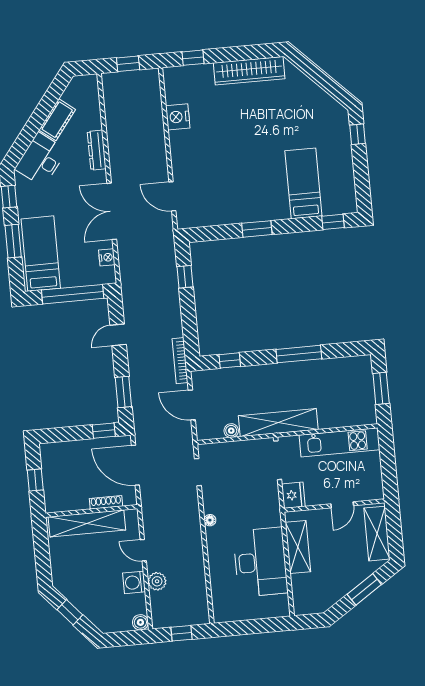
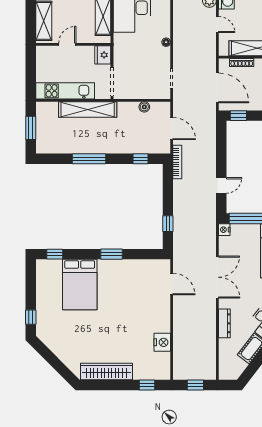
bed: (303, 183) -> (80, 285), width x1.50
nightstand: (107, 257) -> (224, 230), moved
window: (123, 392) -> (221, 143), removed
shelving: (278, 423) -> (88, 110), moved

